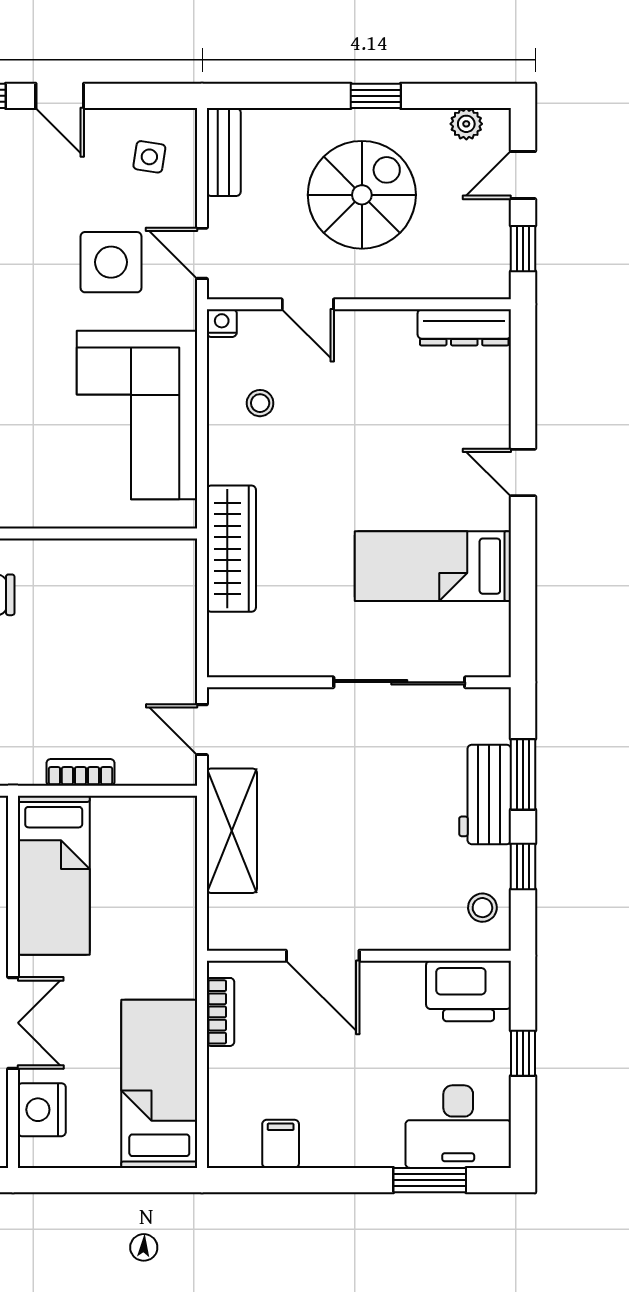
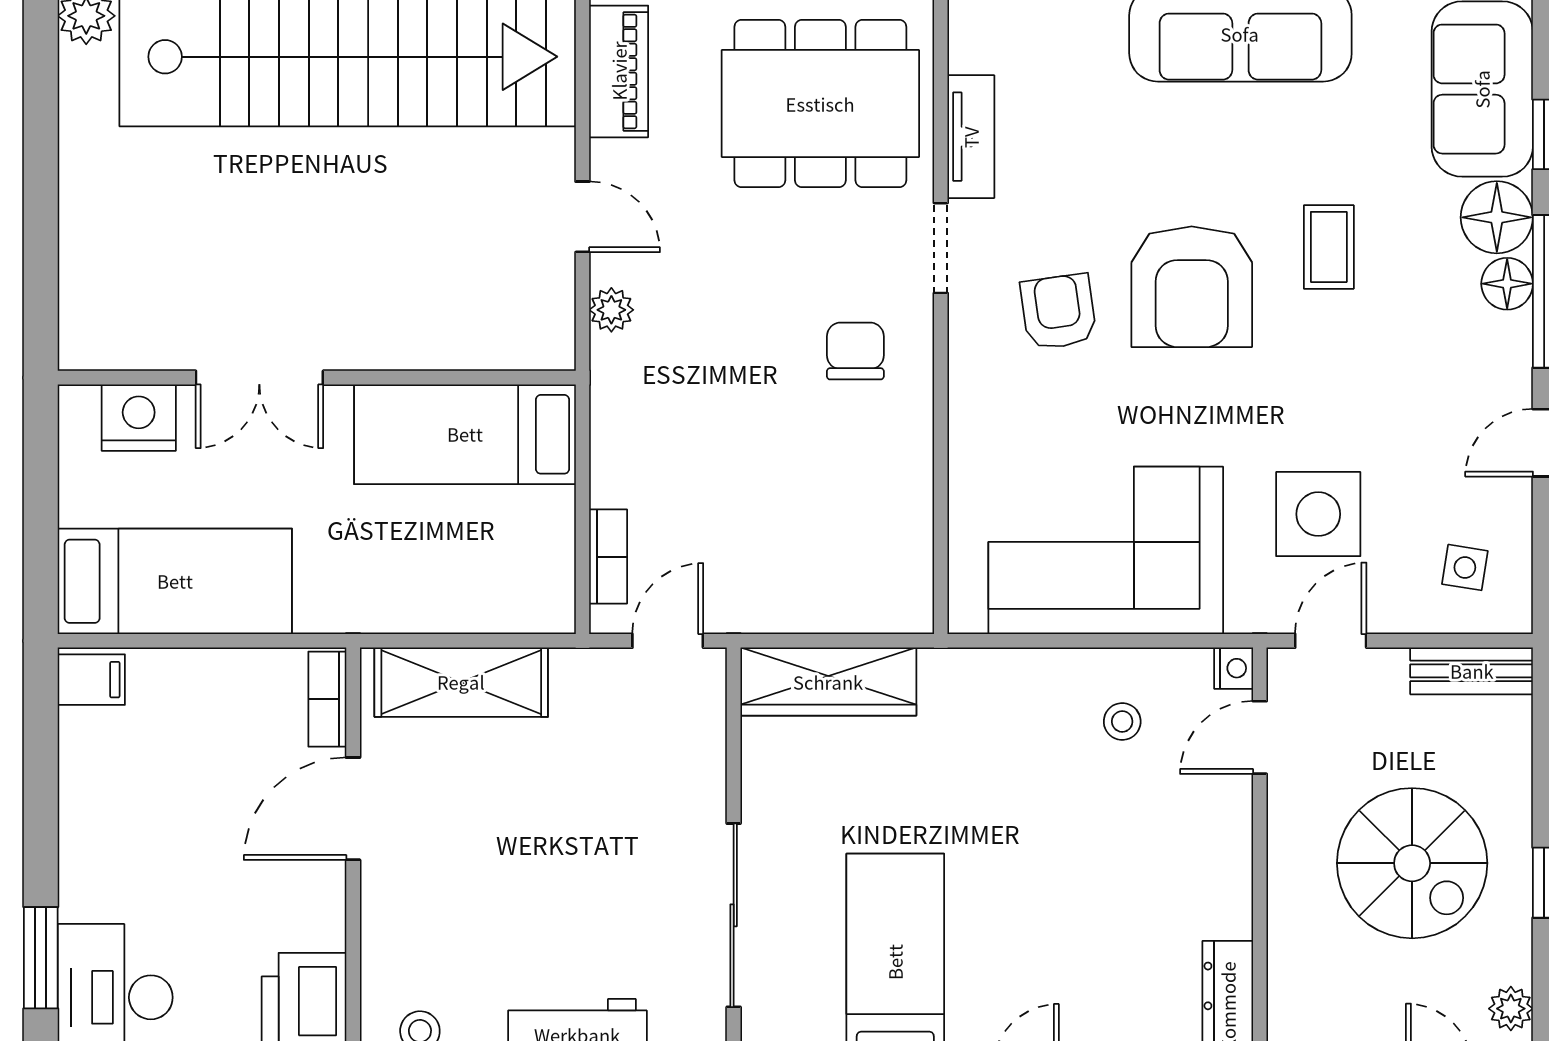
door: (308, 304) -> (1260, 737), moved
wardrobe: (231, 549) -> (828, 682), moved
bookcase: (80, 772) -> (608, 557), moved
shelving: (232, 831) -> (461, 682), moved
bookcase: (221, 1012) -> (327, 699), moved, turned 90
filing cabinet: (281, 1144) -> (91, 680), moved

